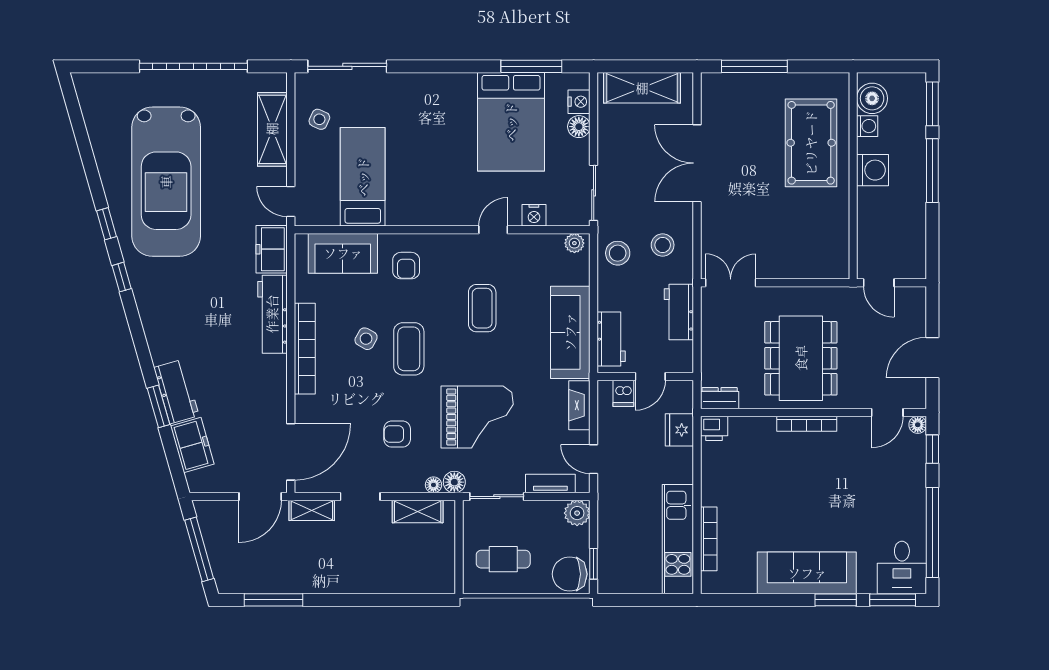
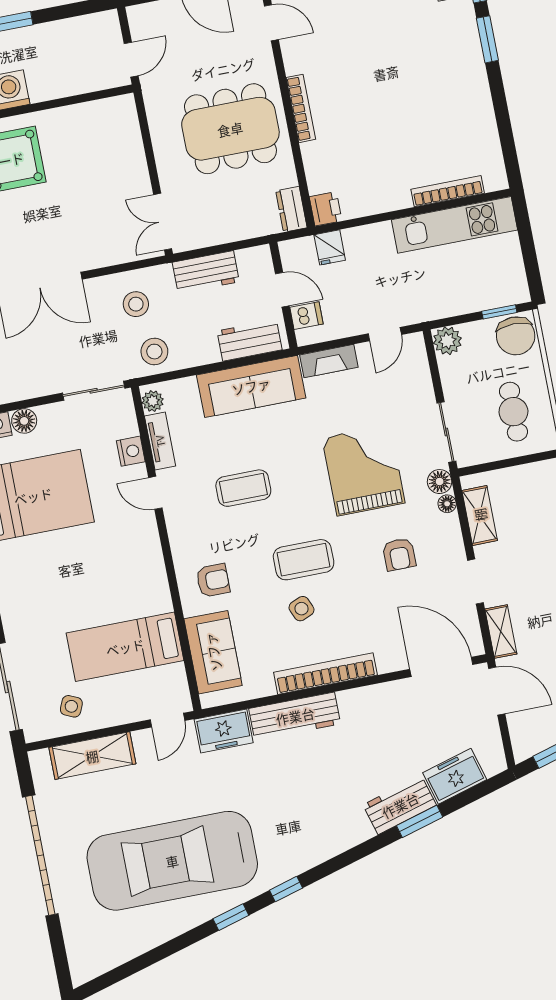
car: (166, 182) -> (172, 861), turned 180
side table: (366, 339) -> (301, 609), turned 38
fridge: (679, 430) -> (330, 247), width x0.72
tv unit: (550, 484) -> (160, 441), moved, turned 180
sofa: (807, 573) -> (464, 77), removed

